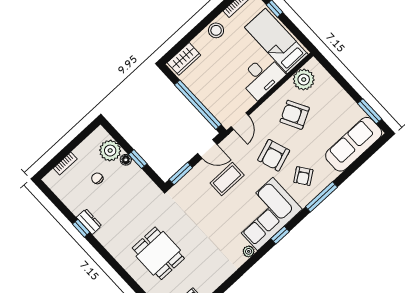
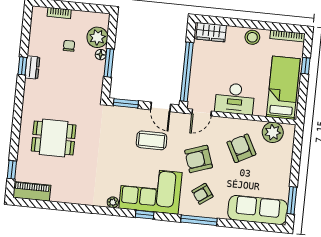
desk: (262, 77) -> (235, 99), moved
window: (138, 159) -> (109, 63), width x1.50
dining table: (158, 253) -> (54, 138), turned 90

